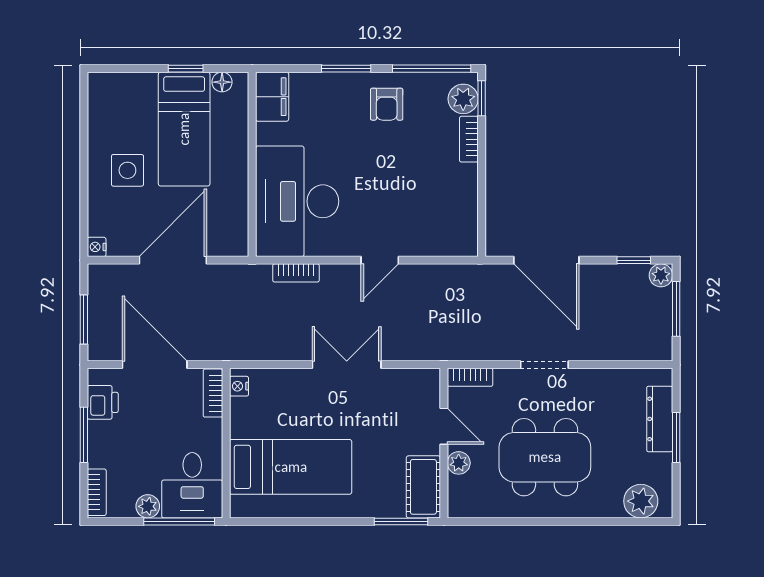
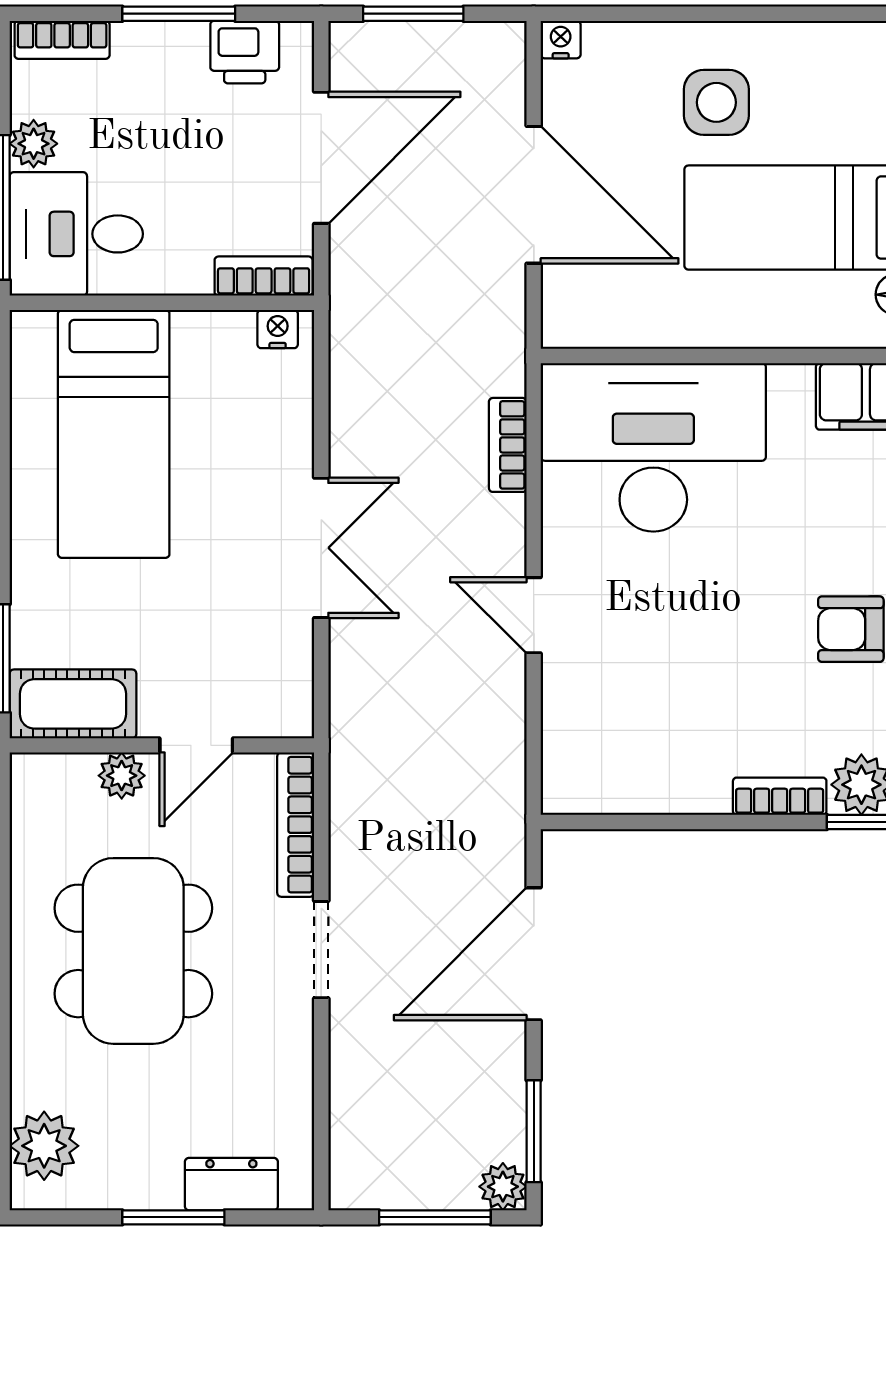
window: (634, 260) -> (534, 1131), width x1.50
bookcase: (470, 377) -> (296, 825), width x1.56
dresser: (660, 419) -> (231, 1184), width x0.70

